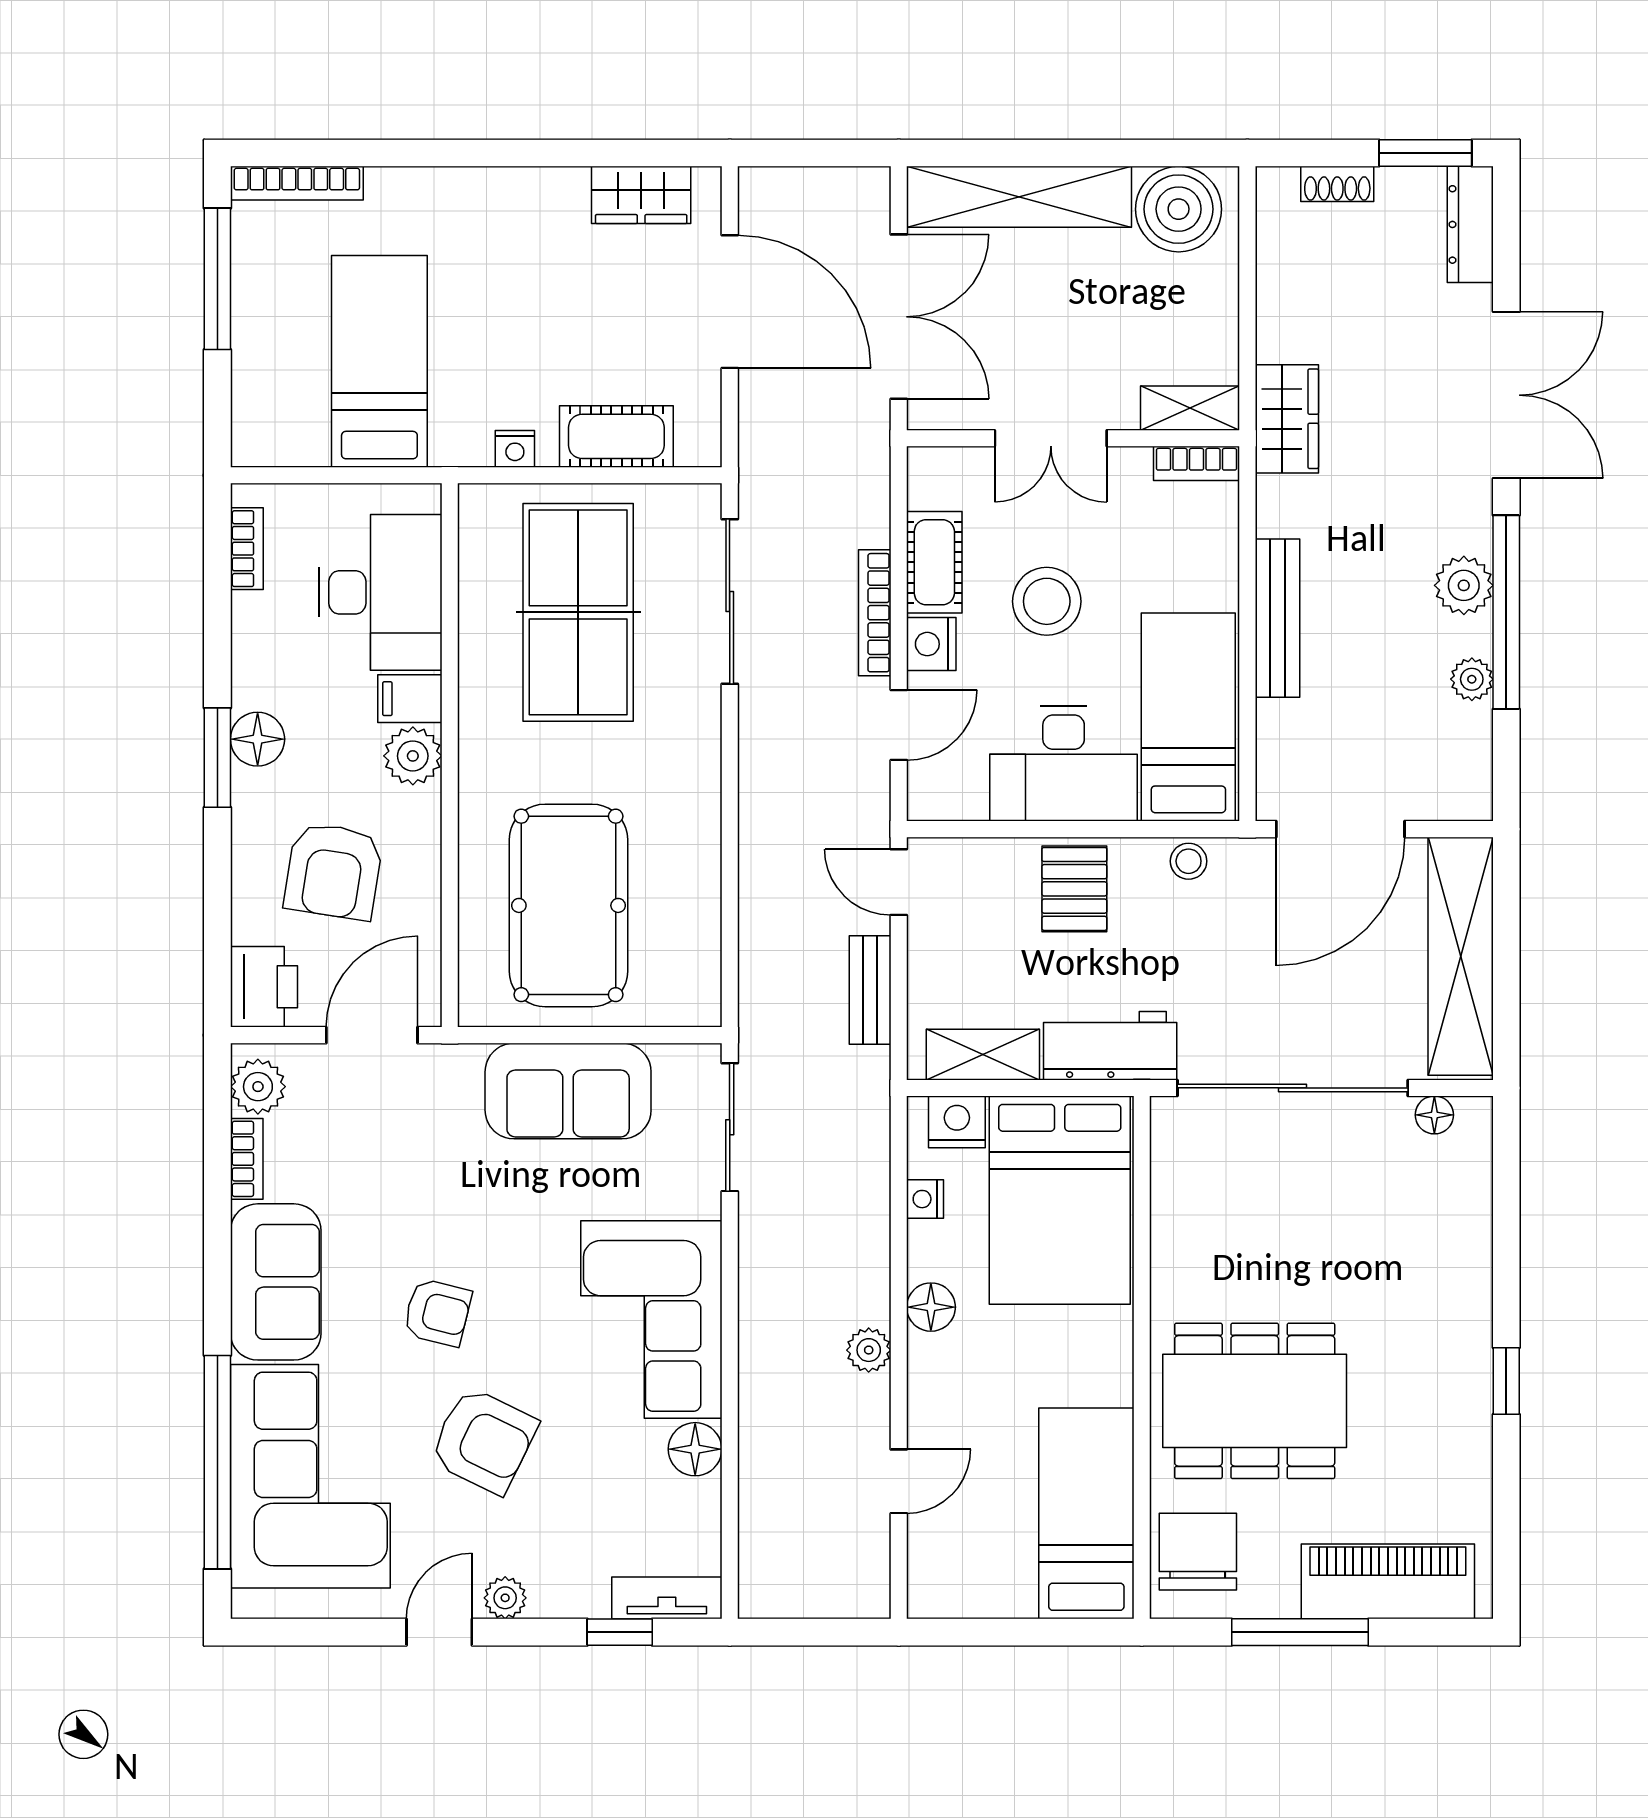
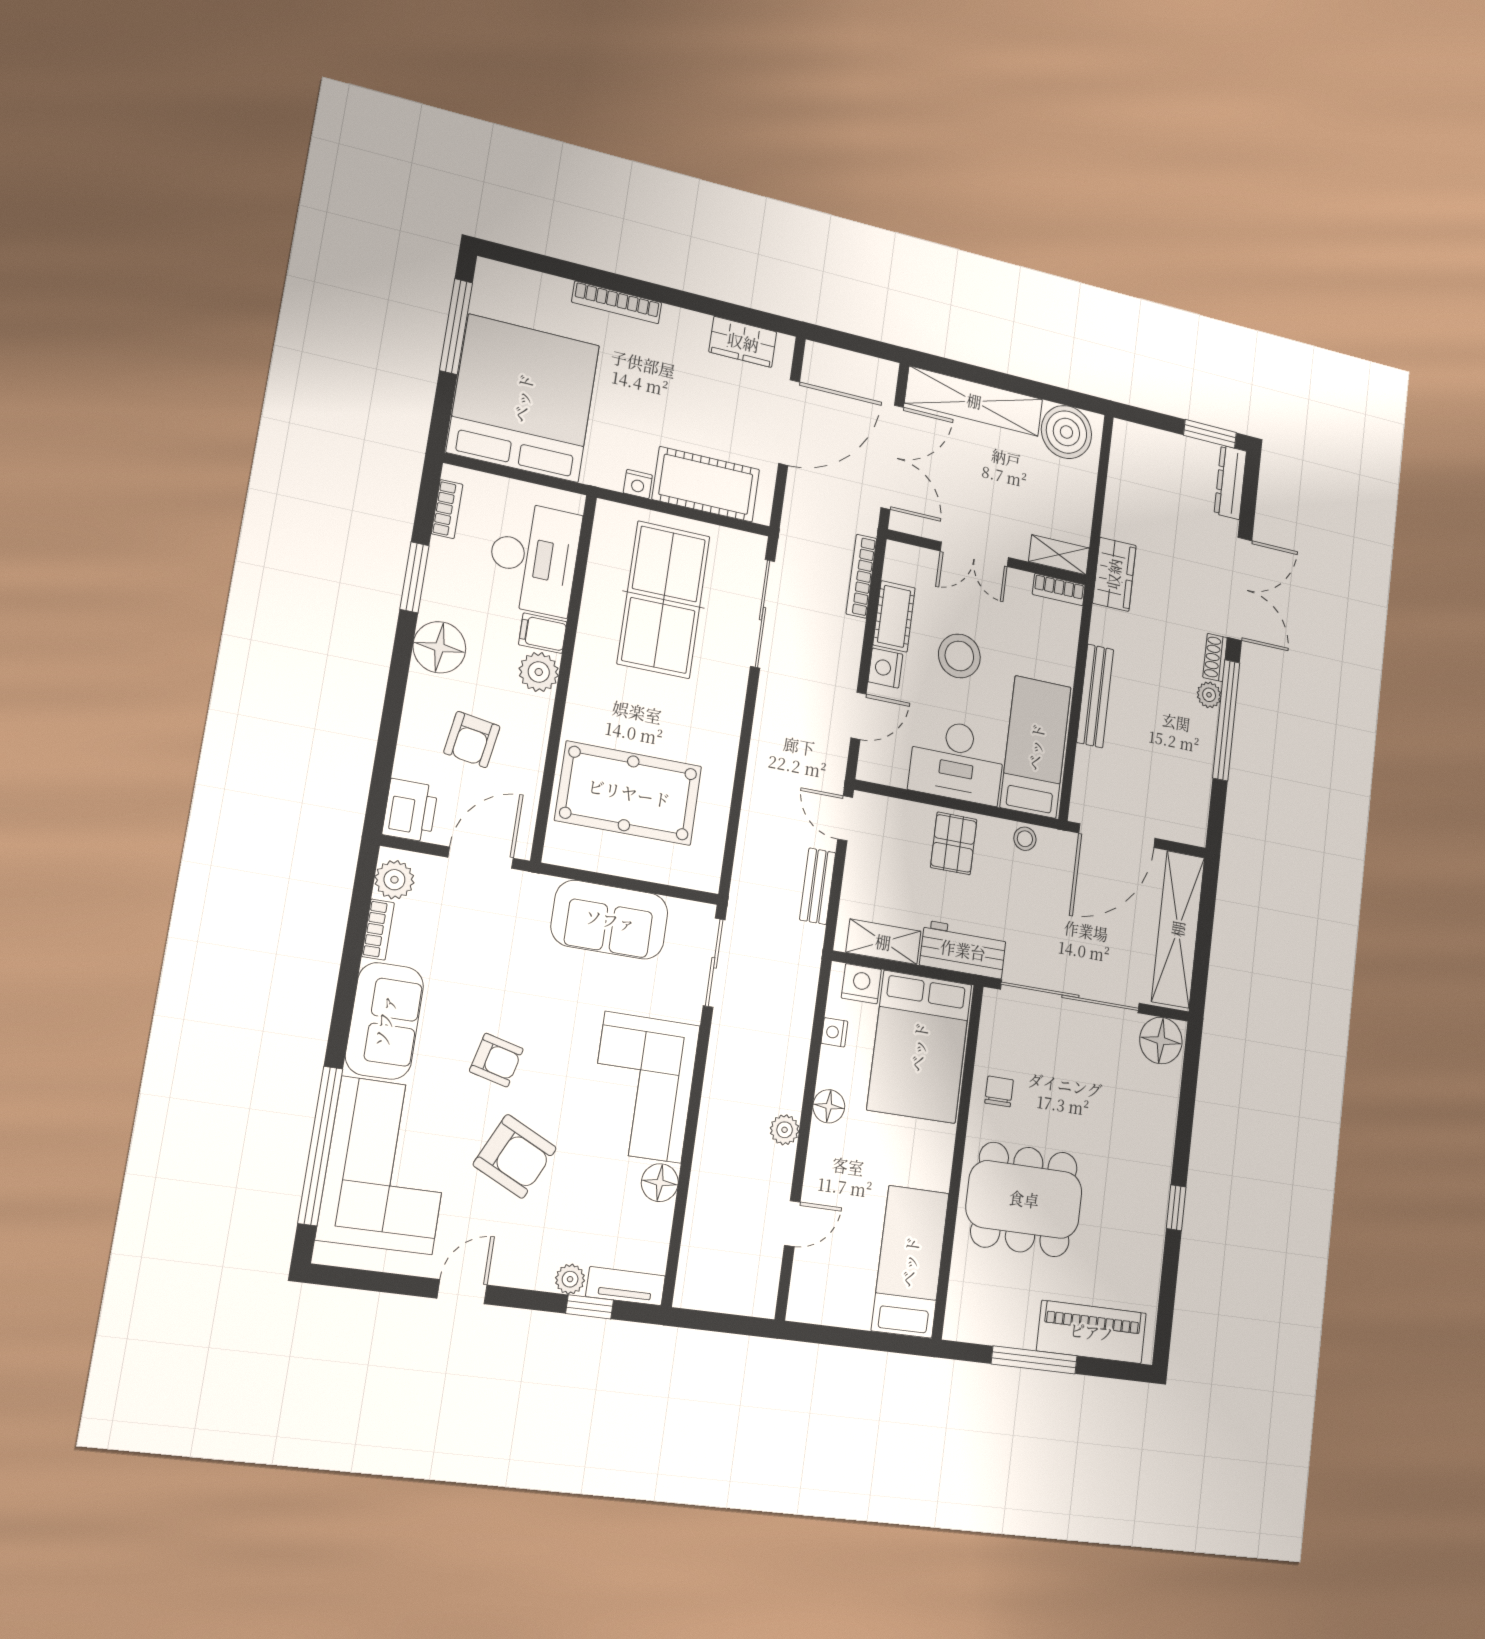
bookcase: (297, 183) -> (617, 302), moved
shoe rack: (1337, 184) -> (1215, 658), moved, turned 90
door: (730, 302) -> (789, 423), hinge flipped
bed: (379, 361) -> (523, 398), width x2.04
cot: (616, 436) -> (706, 484), width x1.37, depth x1.34
plant: (1464, 585) -> (1209, 695), width x0.73, depth x0.73
bookcase: (875, 613) -> (861, 576), moved
plant: (1472, 679) -> (1203, 757), removed
floor lamp: (258, 739) -> (439, 647), width x1.38, depth x1.38
window: (217, 758) -> (414, 577), moved
armchair: (333, 871) -> (472, 740), width x0.72, depth x0.72
pool table: (568, 905) -> (629, 793), turned 90
floor lamp: (1434, 1115) -> (1161, 1041), width x1.89, depth x1.89
chair: (1198, 1552) -> (999, 1091), moved, width x0.54, depth x0.54
plant: (505, 1598) -> (570, 1279), moved

